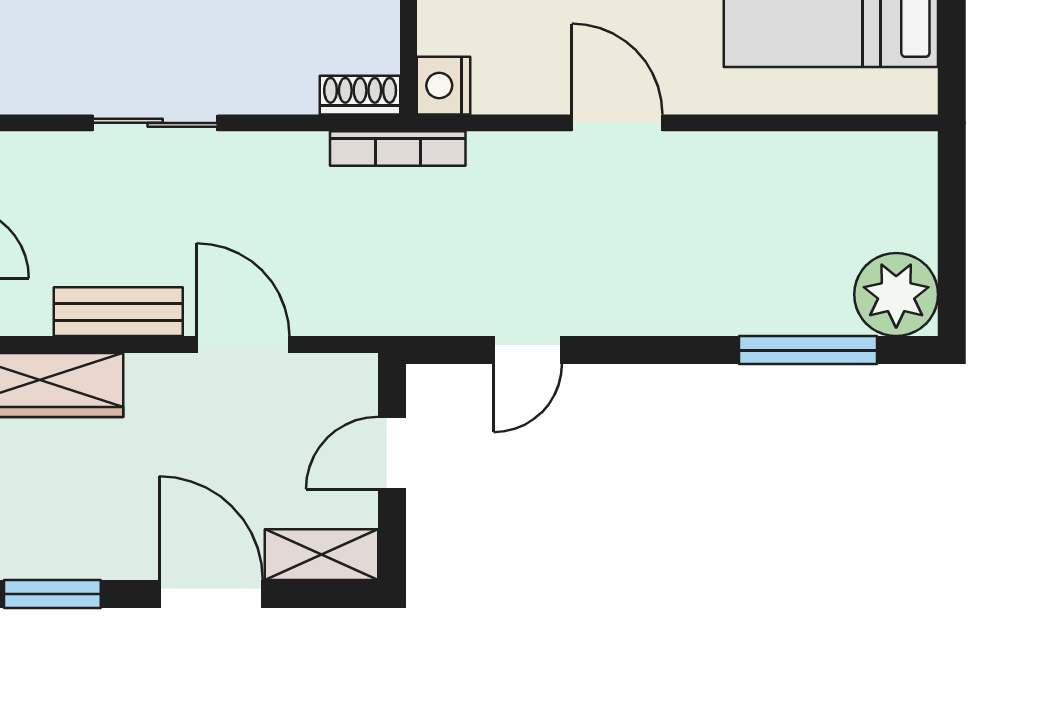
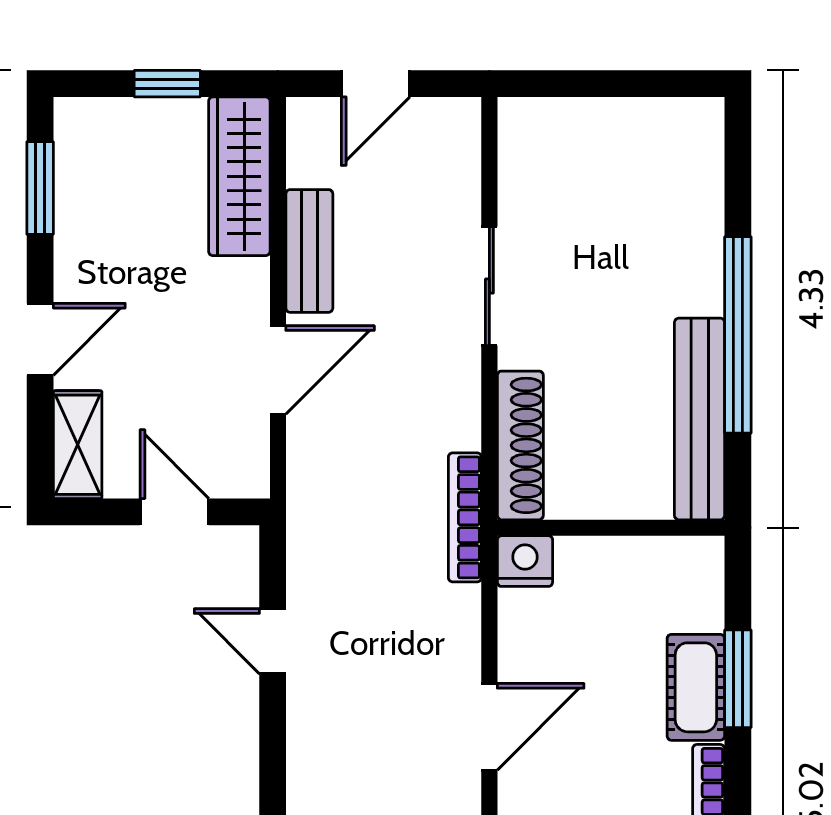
shoe rack: (360, 95) -> (520, 445), width x1.94, depth x1.24
door: (211, 594) -> (40, 339), width x0.73

